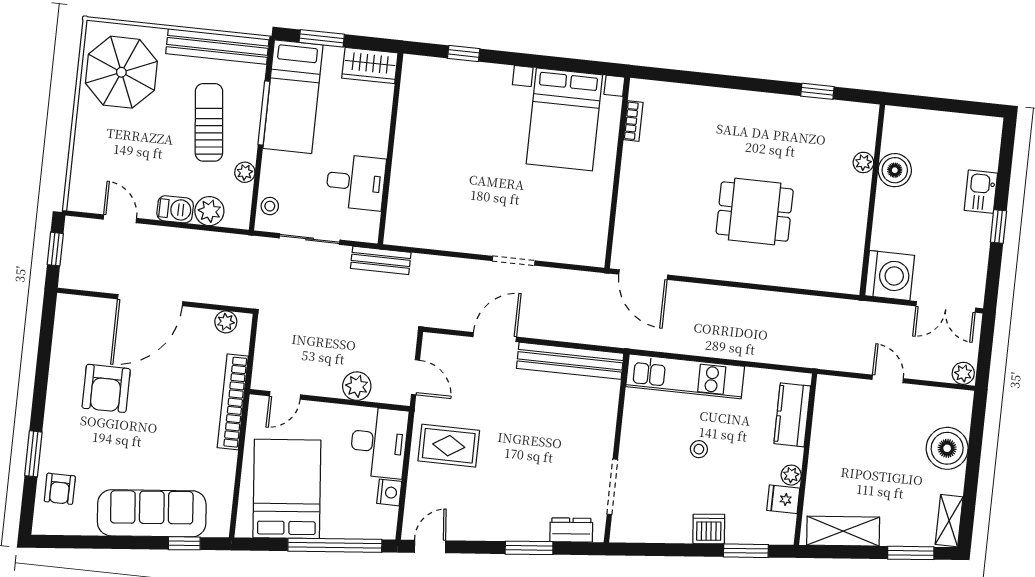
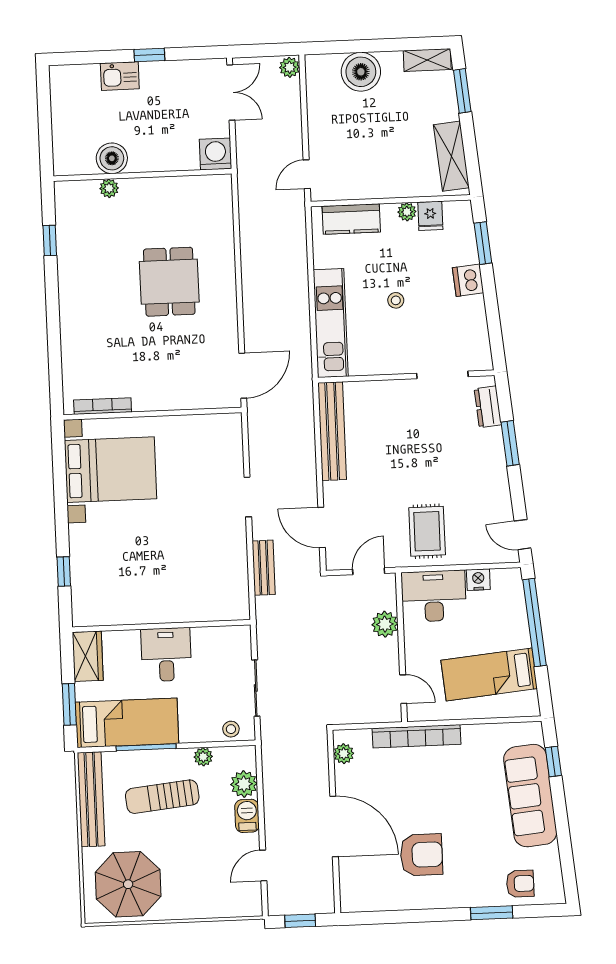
bookcase: (633, 121) -> (103, 406), width x1.56
desk: (356, 182) -> (166, 655), moved
bench: (381, 260) -> (264, 568), moved
washing machine: (890, 276) -> (216, 154), width x0.73, depth x0.73
door: (495, 337) -> (322, 528), moved
door: (888, 379) -> (307, 174), moved
bed: (287, 489) -> (489, 674), width x0.67

